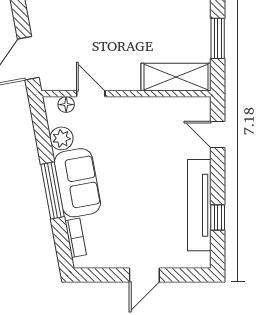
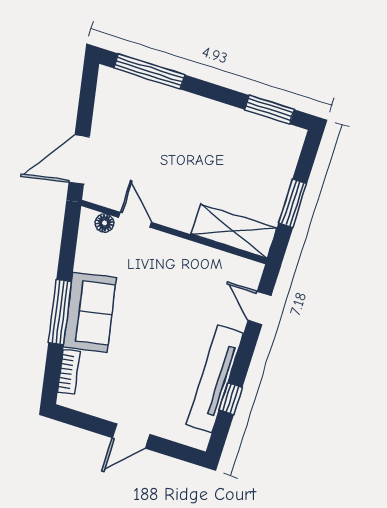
plant: (61, 138) -> (88, 258), removed

